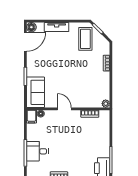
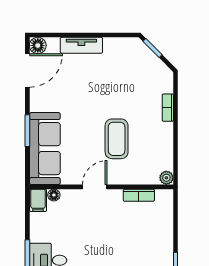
coffee table: (85, 39) -> (117, 139), moved
sofa: (35, 92) -> (45, 149), width x1.36
door: (64, 109) -> (95, 187), hinge flipped

